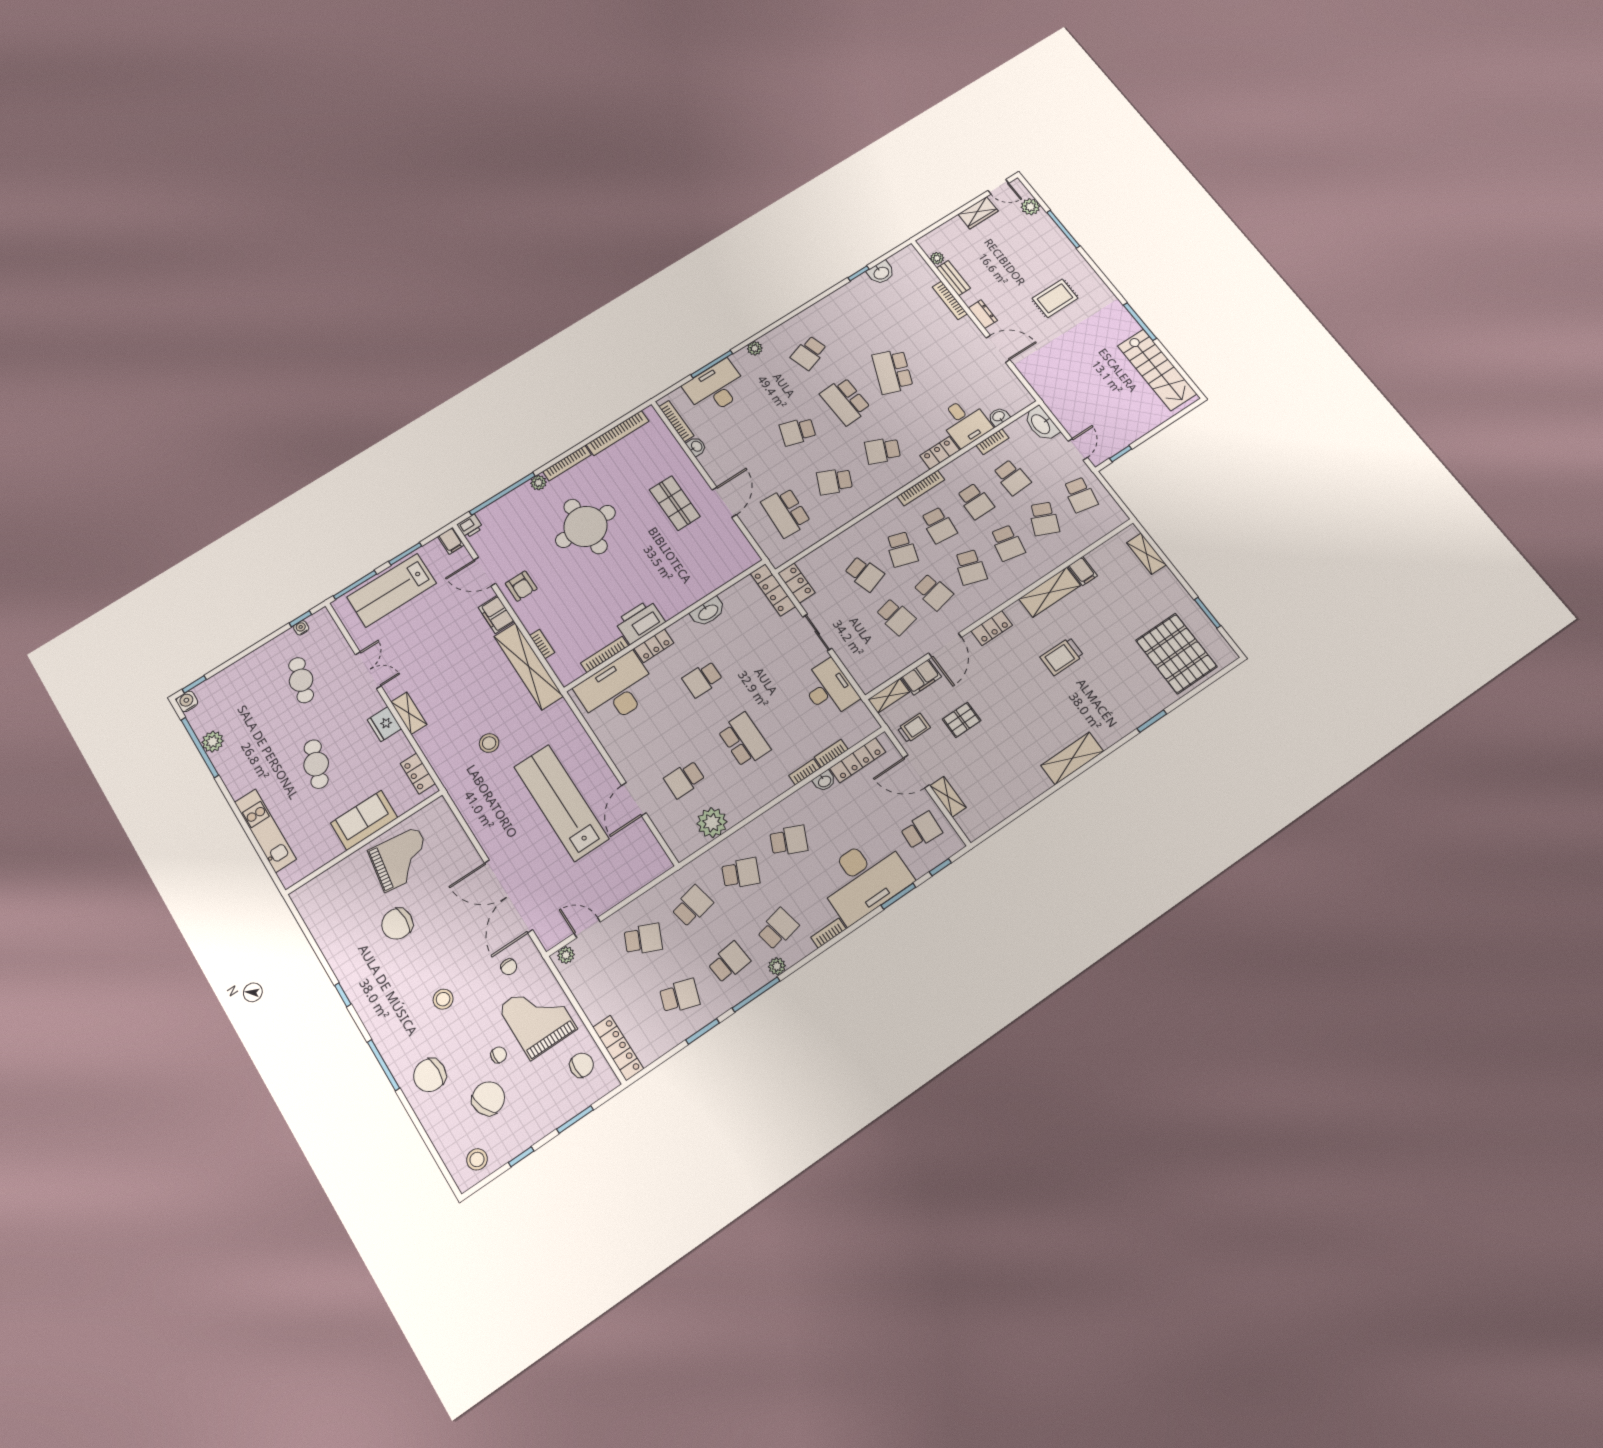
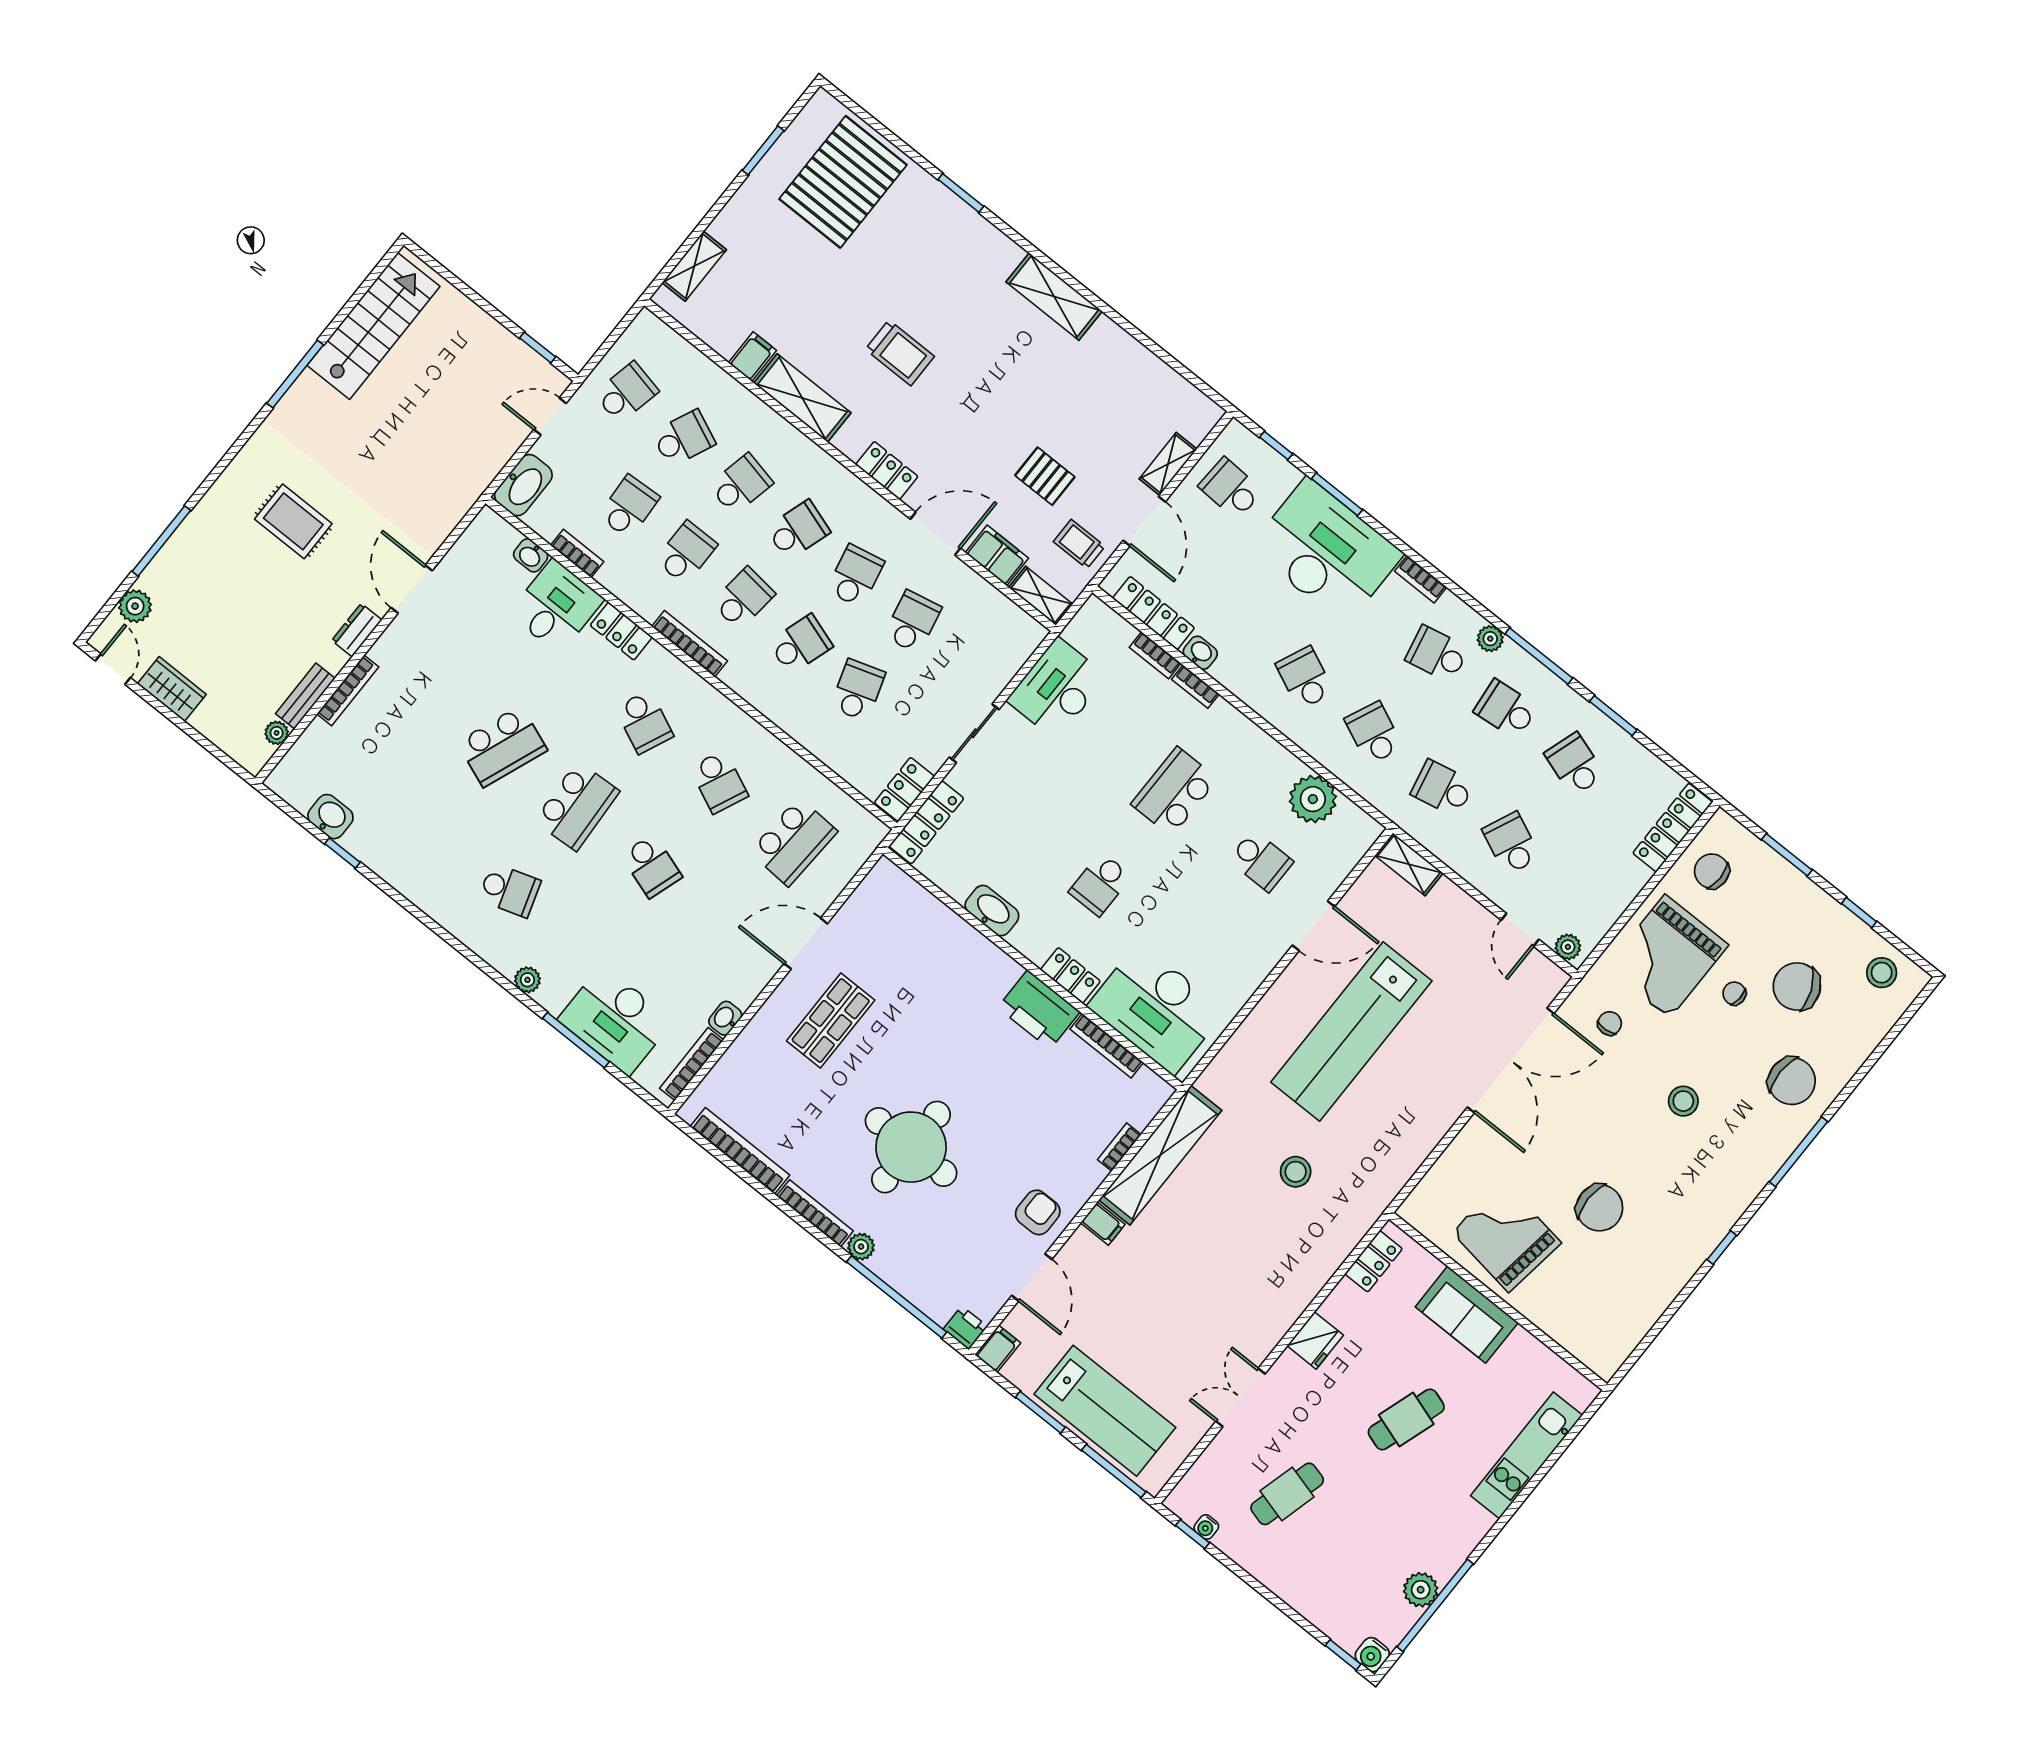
filing cabinet: (496, 614) -> (1103, 1224), width x0.50
school desk: (703, 679) -> (1100, 884), turned 90
shelving: (409, 713) -> (1409, 864), moved, turned 90

